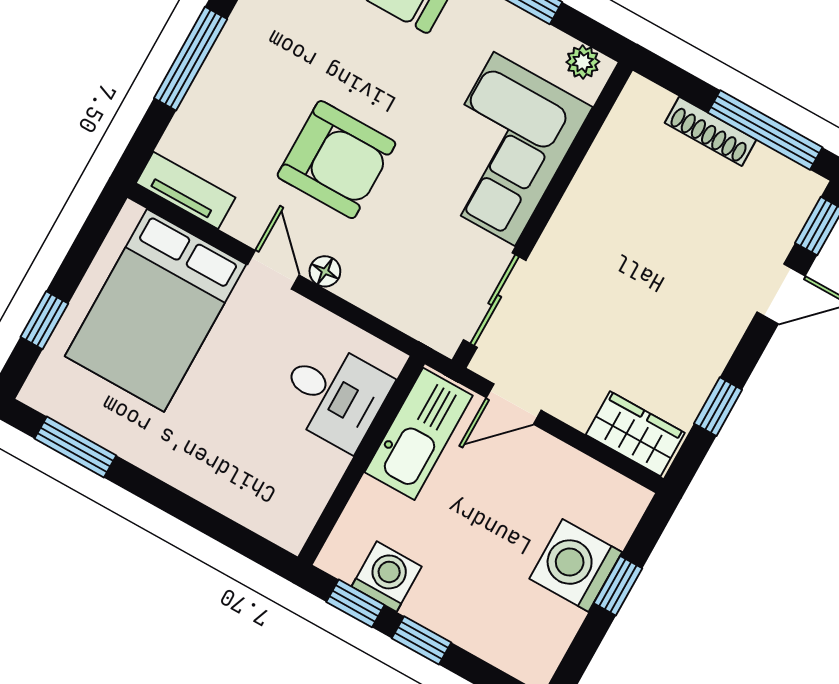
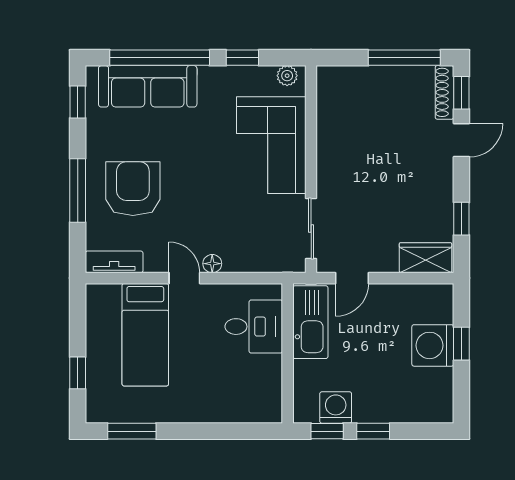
shoe rack: (710, 131) -> (444, 92), moved, turned 90
armchair: (336, 160) -> (133, 189), moved, turned -90
bed: (155, 310) -> (145, 335), width x0.67

